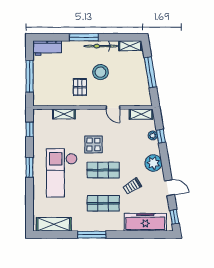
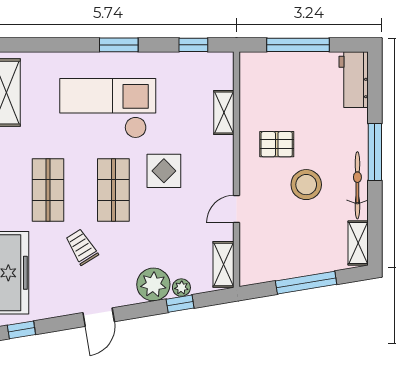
plant: (153, 163) -> (153, 284), moved
door: (169, 188) -> (99, 317), moved

